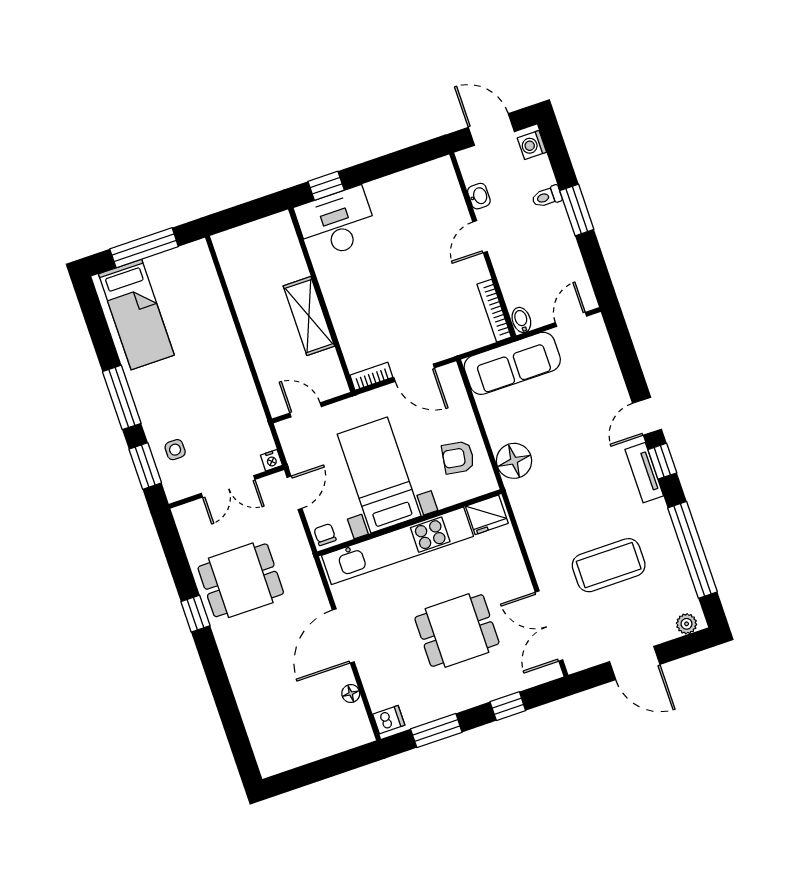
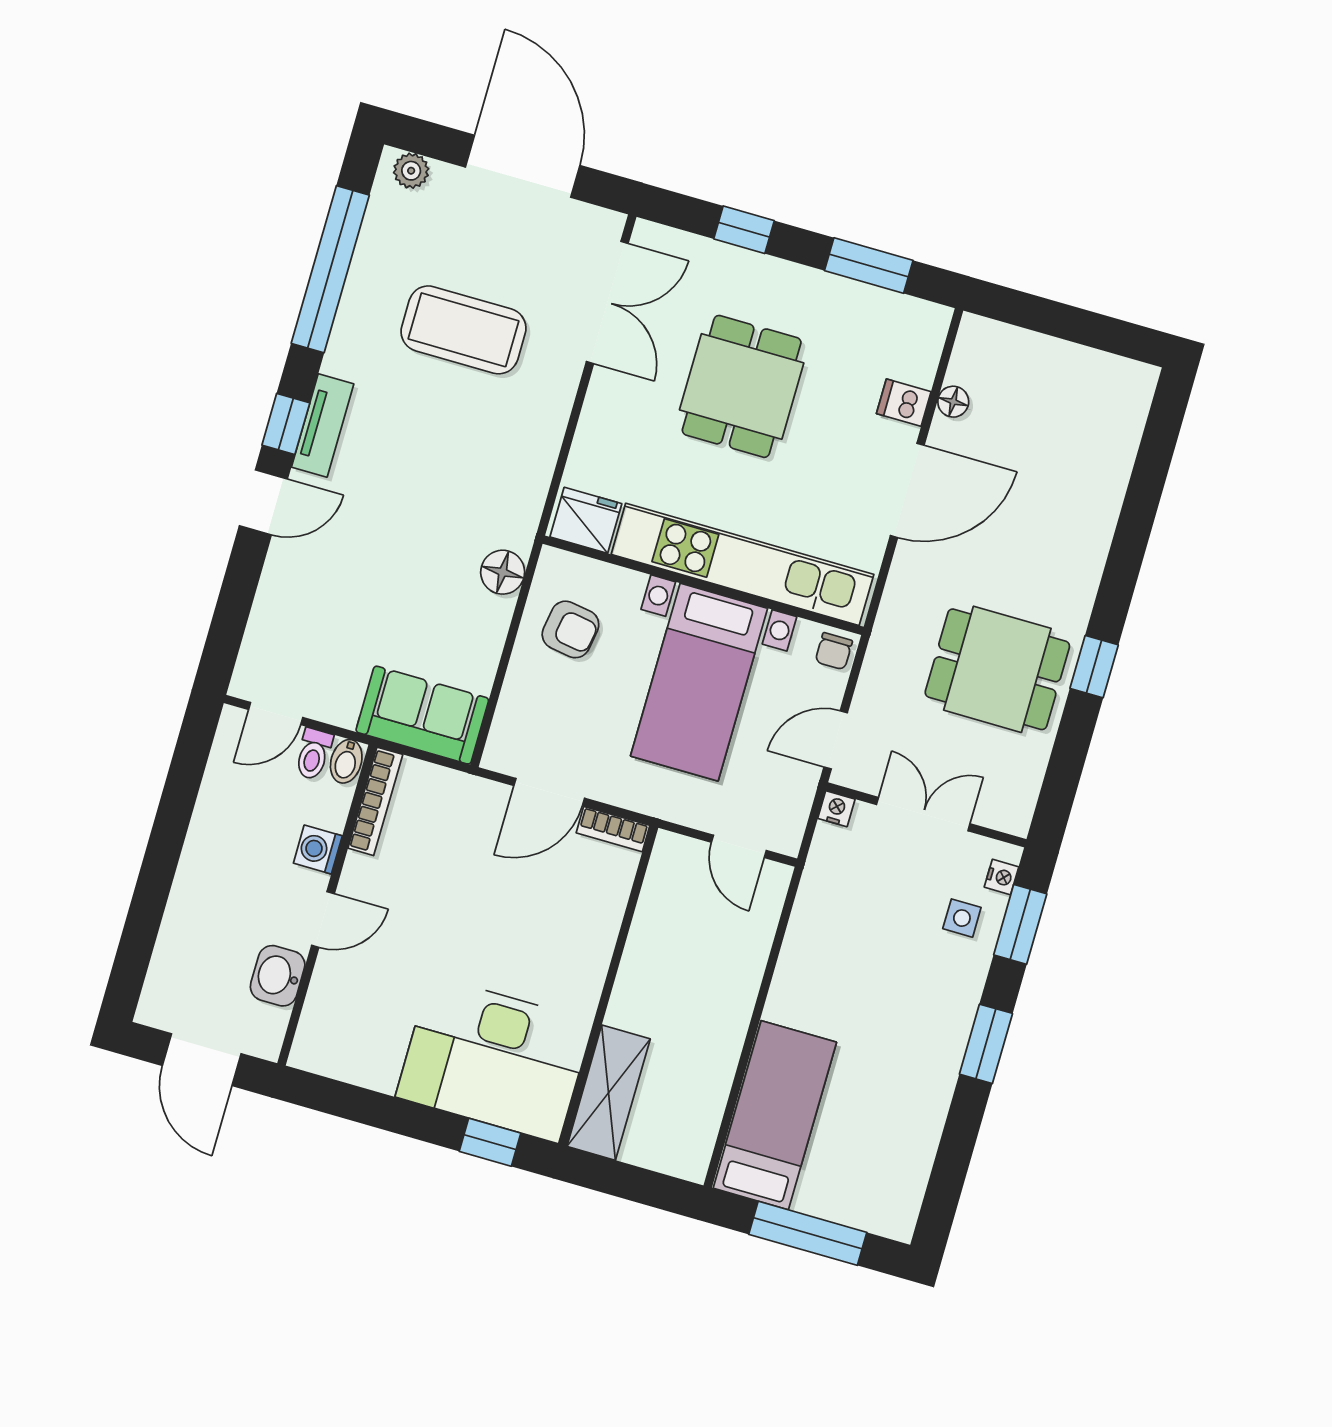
washing machine: (532, 145) -> (318, 850), moved, turned 180
washbasin: (479, 196) -> (278, 976), width x1.38, depth x1.45
toilet: (547, 197) -> (314, 754), moved, turned 90
window: (577, 210) -> (160, 862), removed
desk: (336, 223) -> (494, 1059), width x1.36, depth x1.30
bed: (136, 315) -> (775, 1115), moved
shelving: (309, 316) -> (609, 1093), moved
sofa: (512, 363) -> (422, 715), width x0.73
door: (414, 373) -> (549, 792), swing flipped
window: (122, 397) -> (986, 1044), width x0.69
floor lamp: (514, 461) -> (503, 572), width x0.73, depth x0.73
nightstand: (170, 482) -> (1002, 877), added
dining table: (457, 631) -> (742, 386), turned 90
door: (635, 663) -> (523, 166), width x1.36
dishwasher: (389, 720) -> (904, 403), moved

